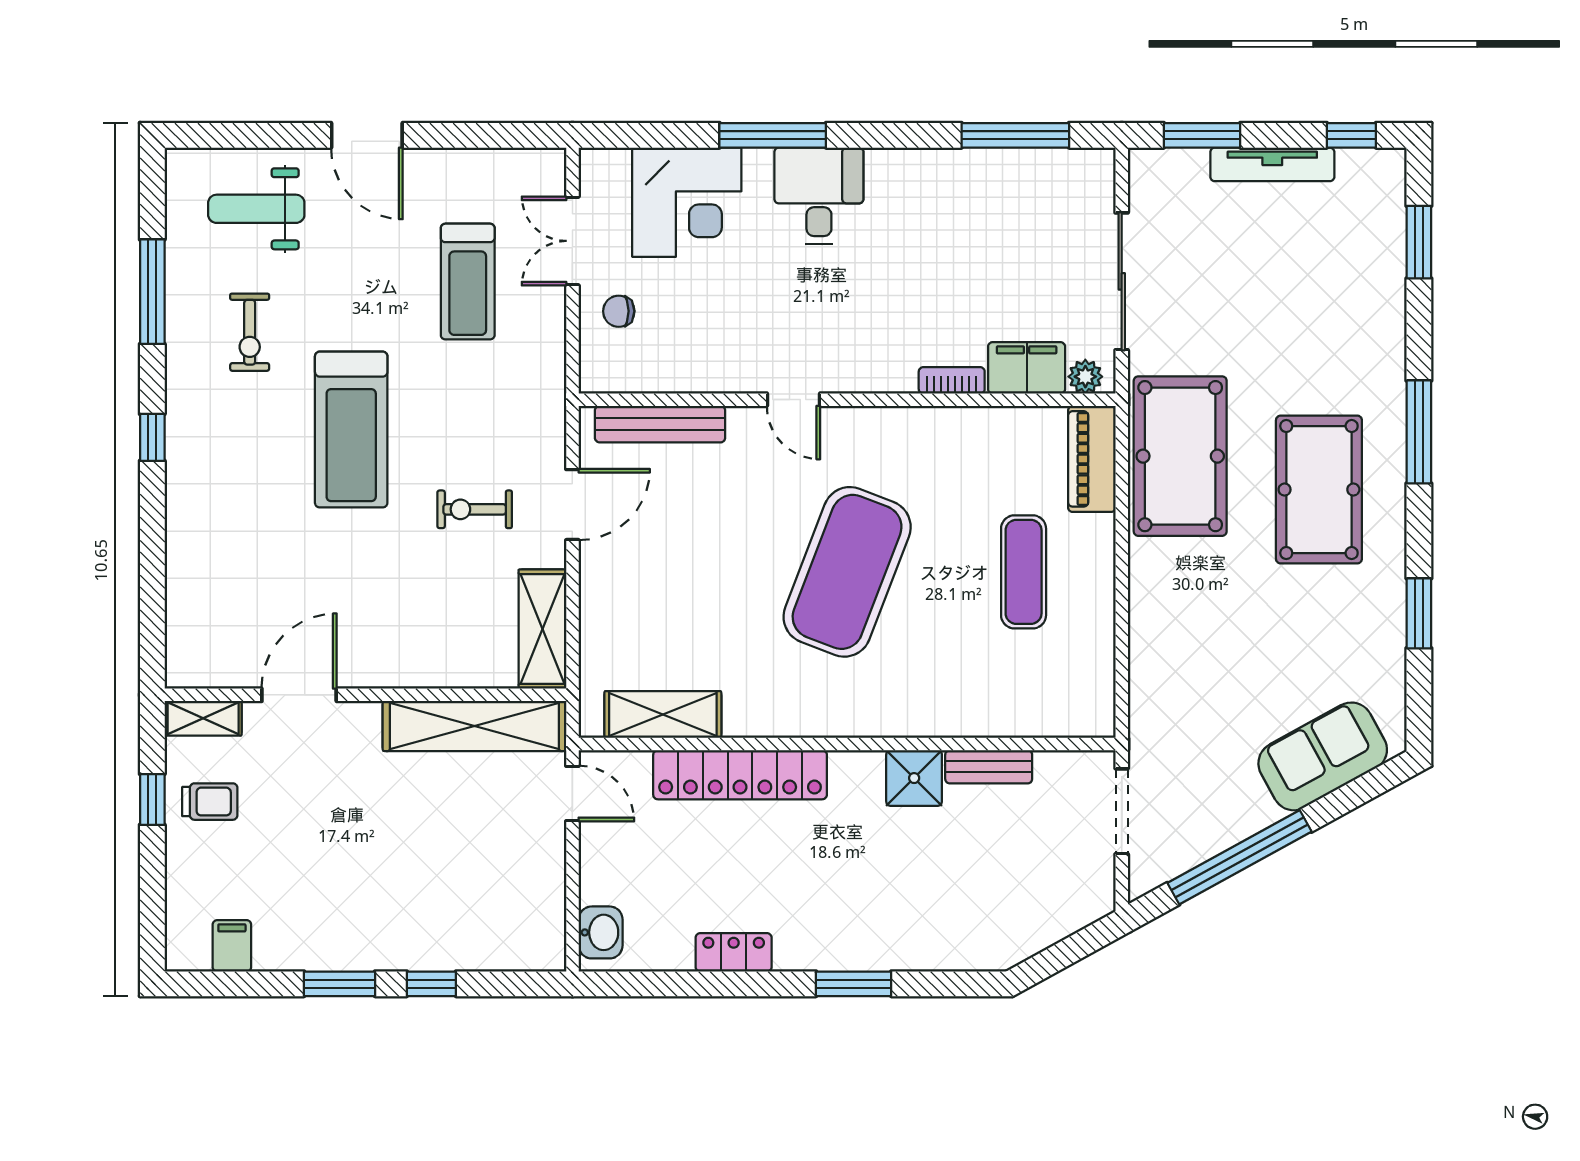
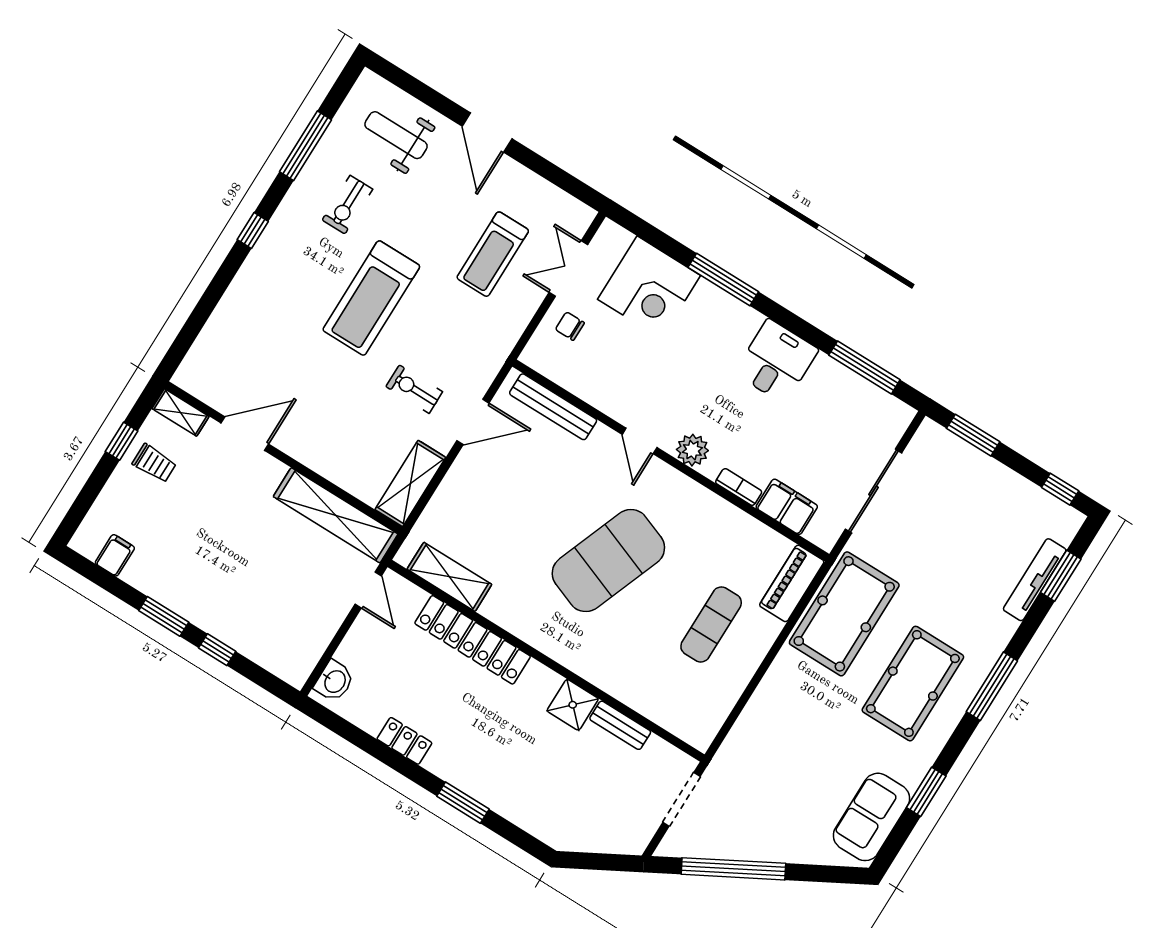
tv unit: (1272, 164) -> (1035, 580), moved, turned 90
desk: (819, 196) -> (776, 361), moved
plant: (1085, 377) -> (692, 450), moved, width x1.38, depth x1.38
sofa: (1323, 756) -> (872, 817), moved, turned -61

